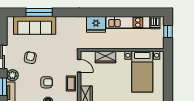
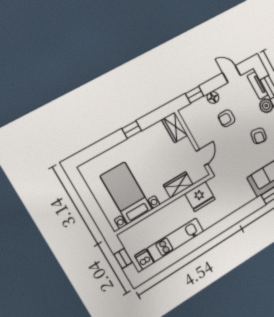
fridge: (96, 24) -> (200, 197), moved, turned 180
door: (79, 66) -> (202, 158), swing flipped
coffee table: (71, 84) -> (200, 132), removed

